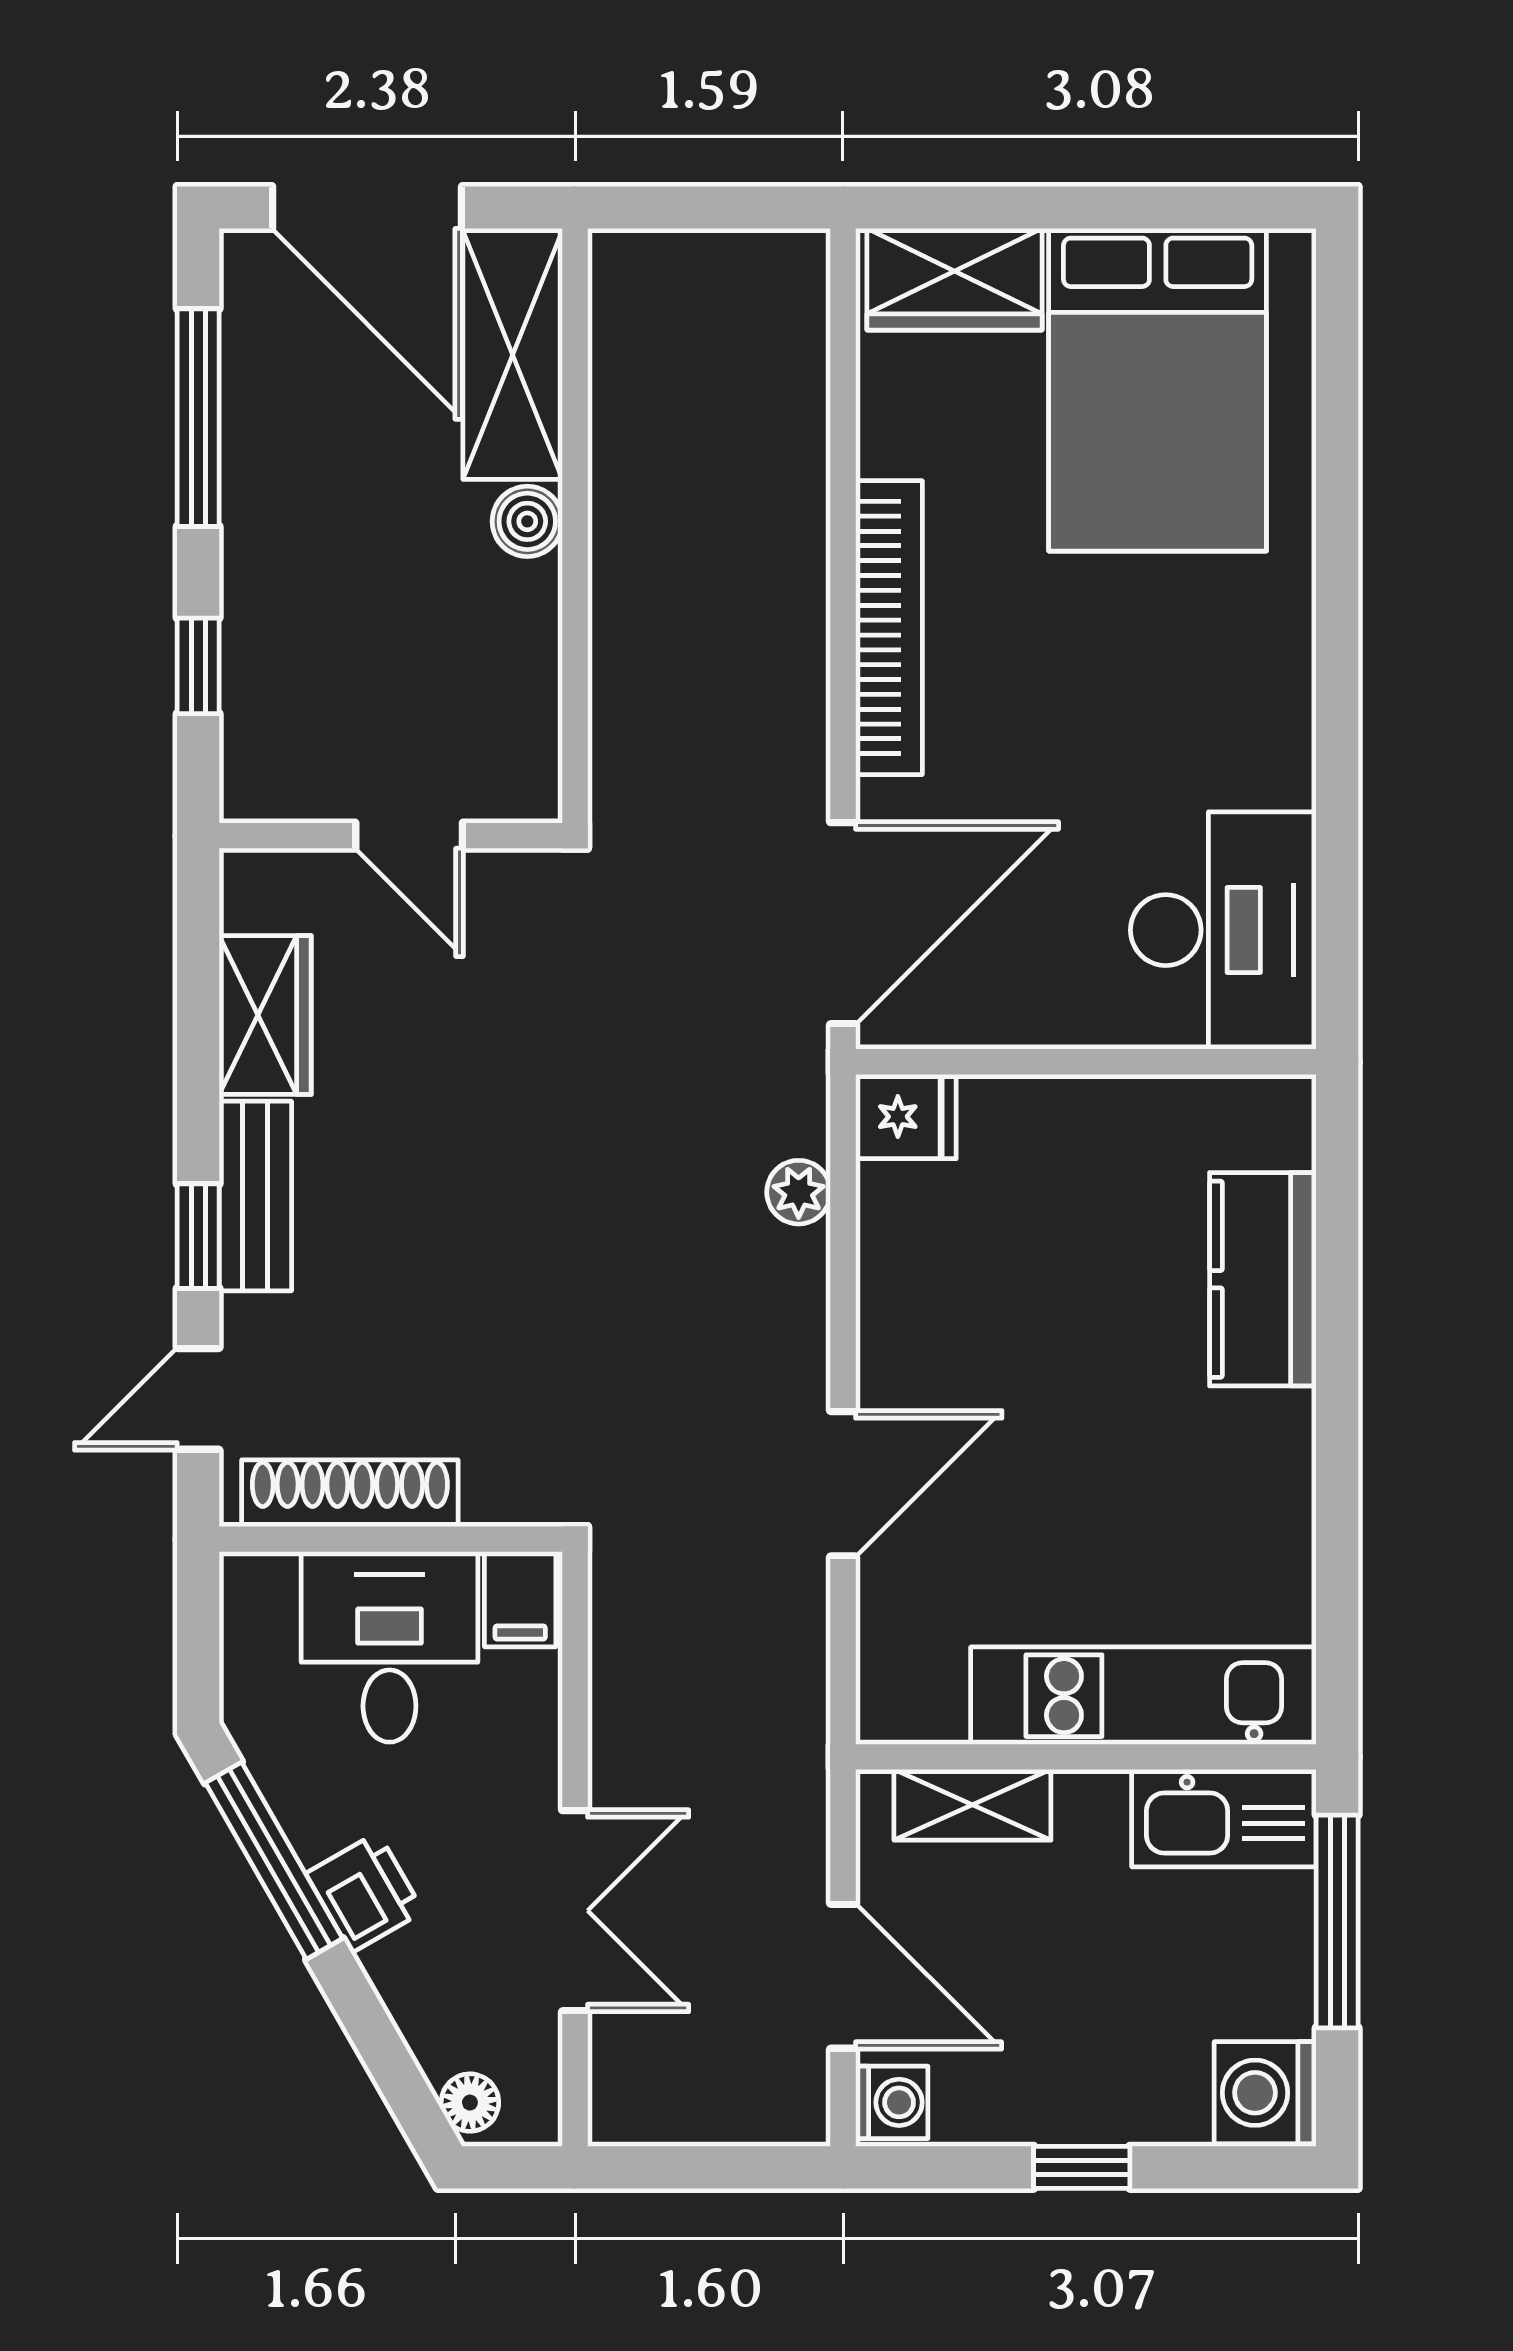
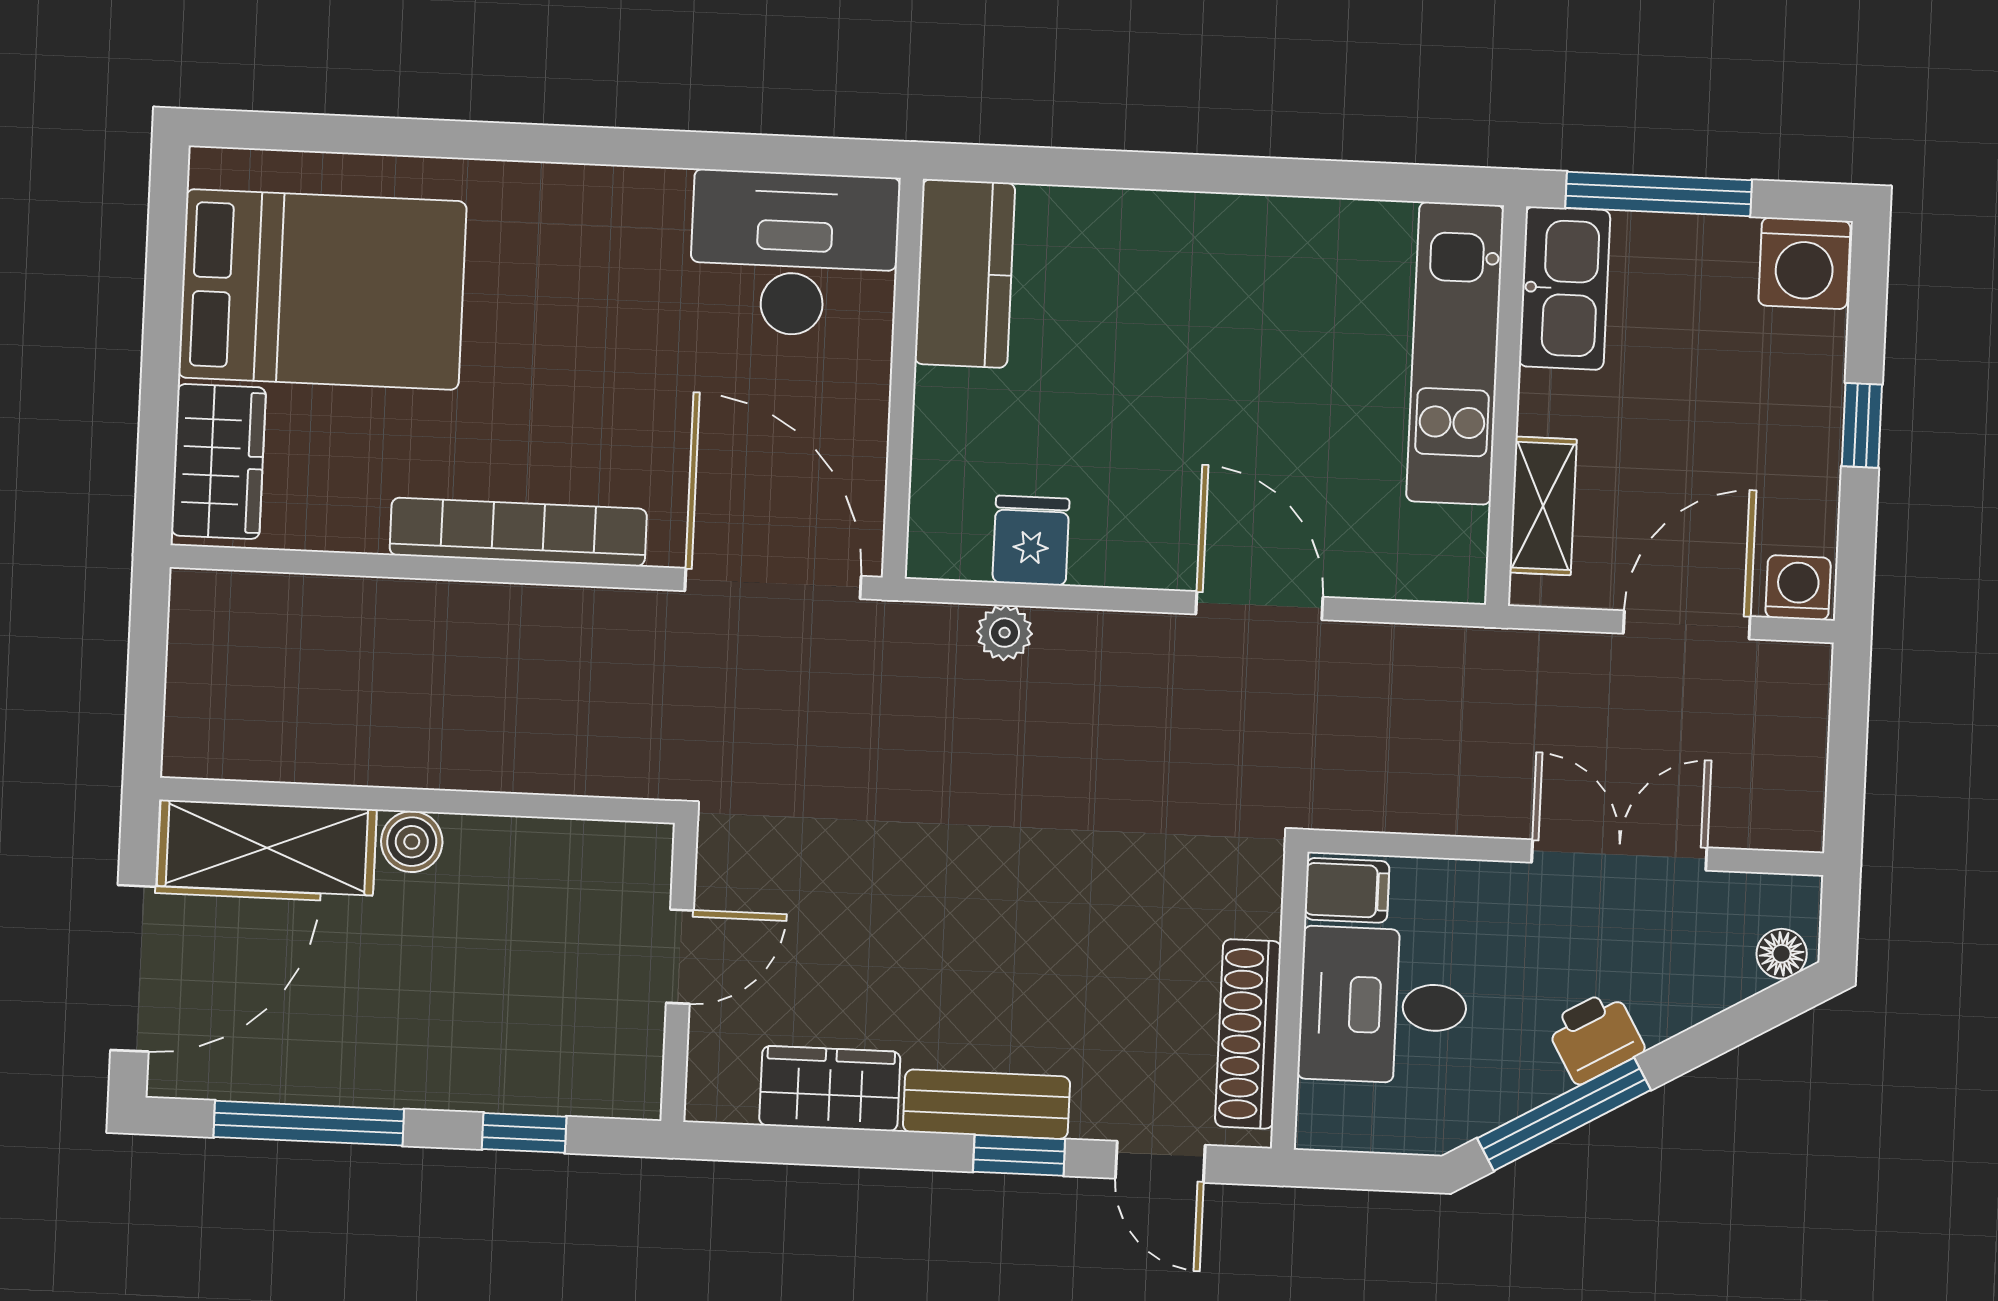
fridge: (906, 1117) -> (1031, 541), moved
kitchen counter: (1263, 1279) -> (965, 273), moved, turned -90

